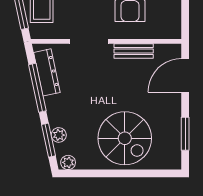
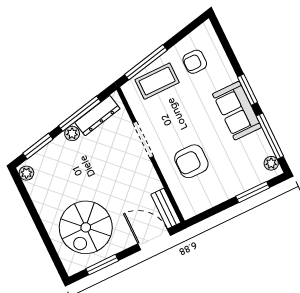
bench: (134, 51) -> (166, 208), moved
plant: (59, 135) -> (72, 133), moved
spiral stairs: (125, 138) -> (86, 227), moved

